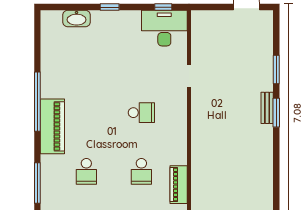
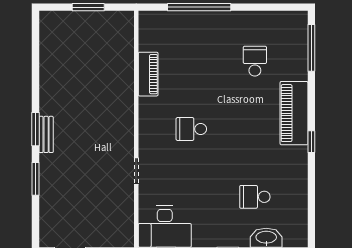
window: (37, 102) -> (311, 142), width x0.32
school desk: (141, 171) -> (255, 197), moved, turned -90
piano: (179, 185) -> (148, 74), moved

